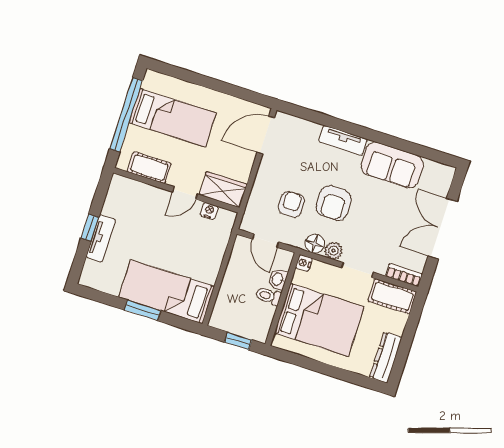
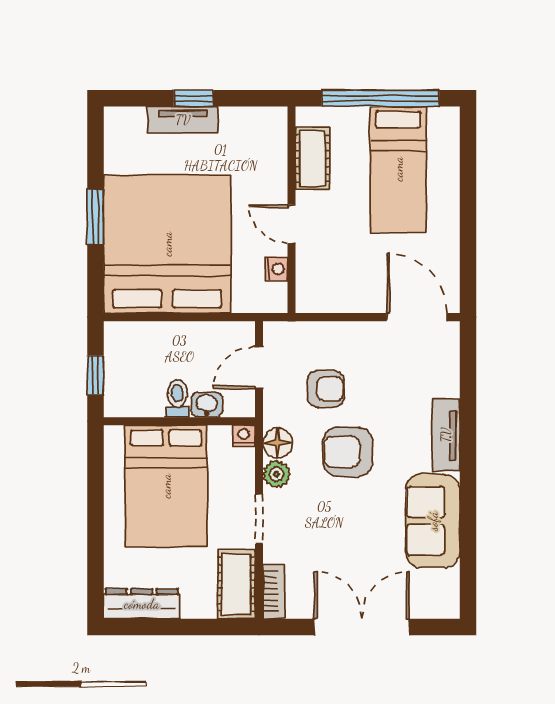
wardrobe: (223, 190) -> (315, 280), removed
bed: (167, 292) -> (167, 244), width x2.04

